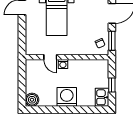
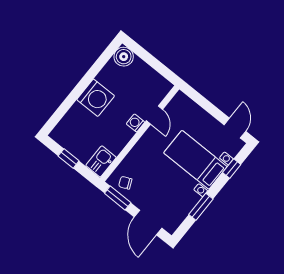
door: (50, 57) -> (154, 115), swing flipped
kitchen sink: (102, 97) -> (101, 161), moved, turned -90

